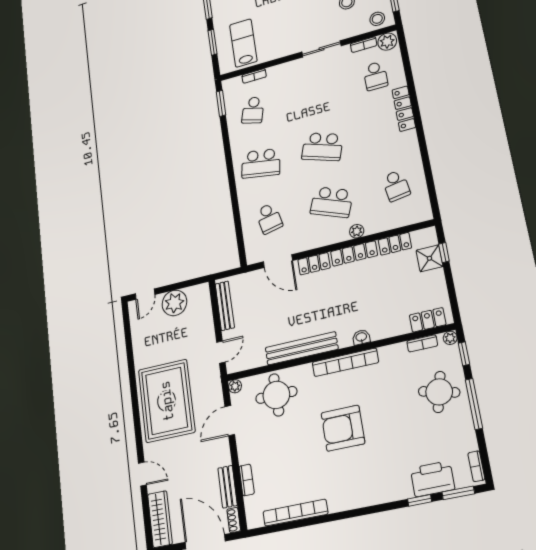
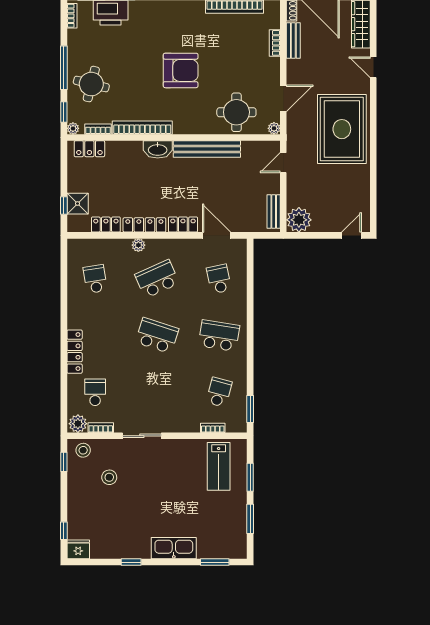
school desk: (332, 202) -> (157, 279), turned -45
plant: (174, 303) -> (299, 220), moved
bench: (225, 306) -> (274, 212), width x0.73
washbasin: (361, 337) -> (158, 149), width x1.91, depth x1.45
bookcase: (345, 362) -> (142, 128), moved

